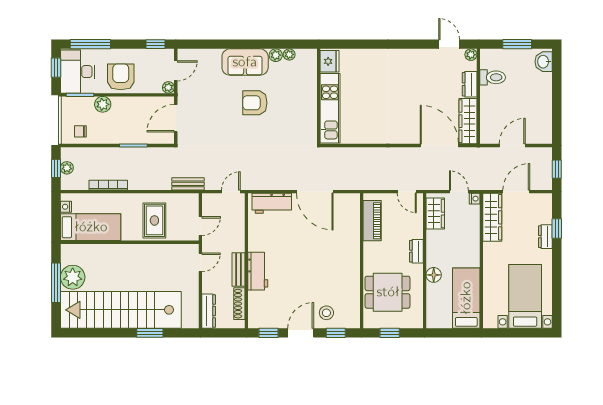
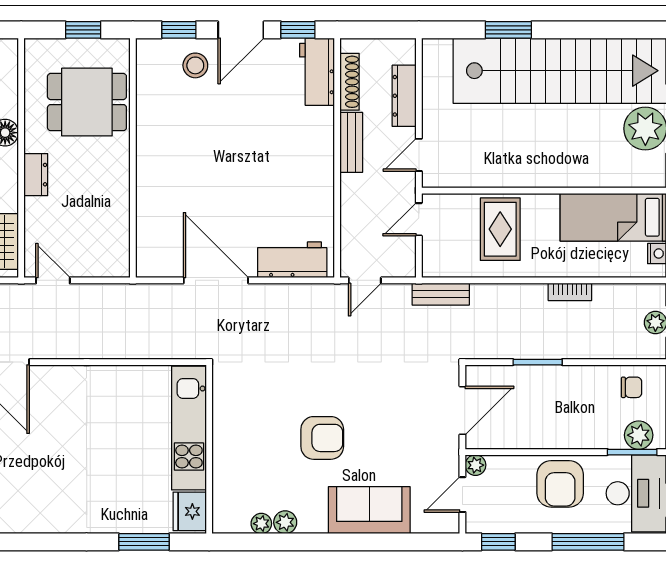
window: (90, 44) -> (588, 542), moved
window: (355, 44) -> (144, 542), added
sofa: (245, 62) -> (369, 510), moved
plant: (103, 104) -> (639, 435), moved
bookcase: (108, 185) -> (570, 292), width x0.64
piano: (372, 221) -> (114, 229), removed
workbench: (258, 271) -> (317, 72), moved
dresser: (209, 311) -> (404, 96), moved

